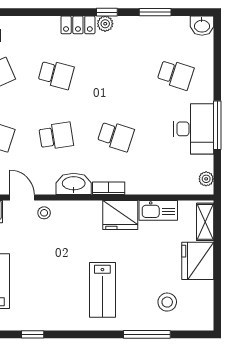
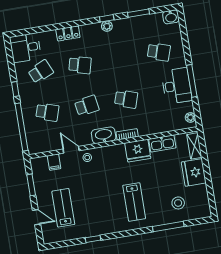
locker: (78, 25) -> (68, 33), moved

